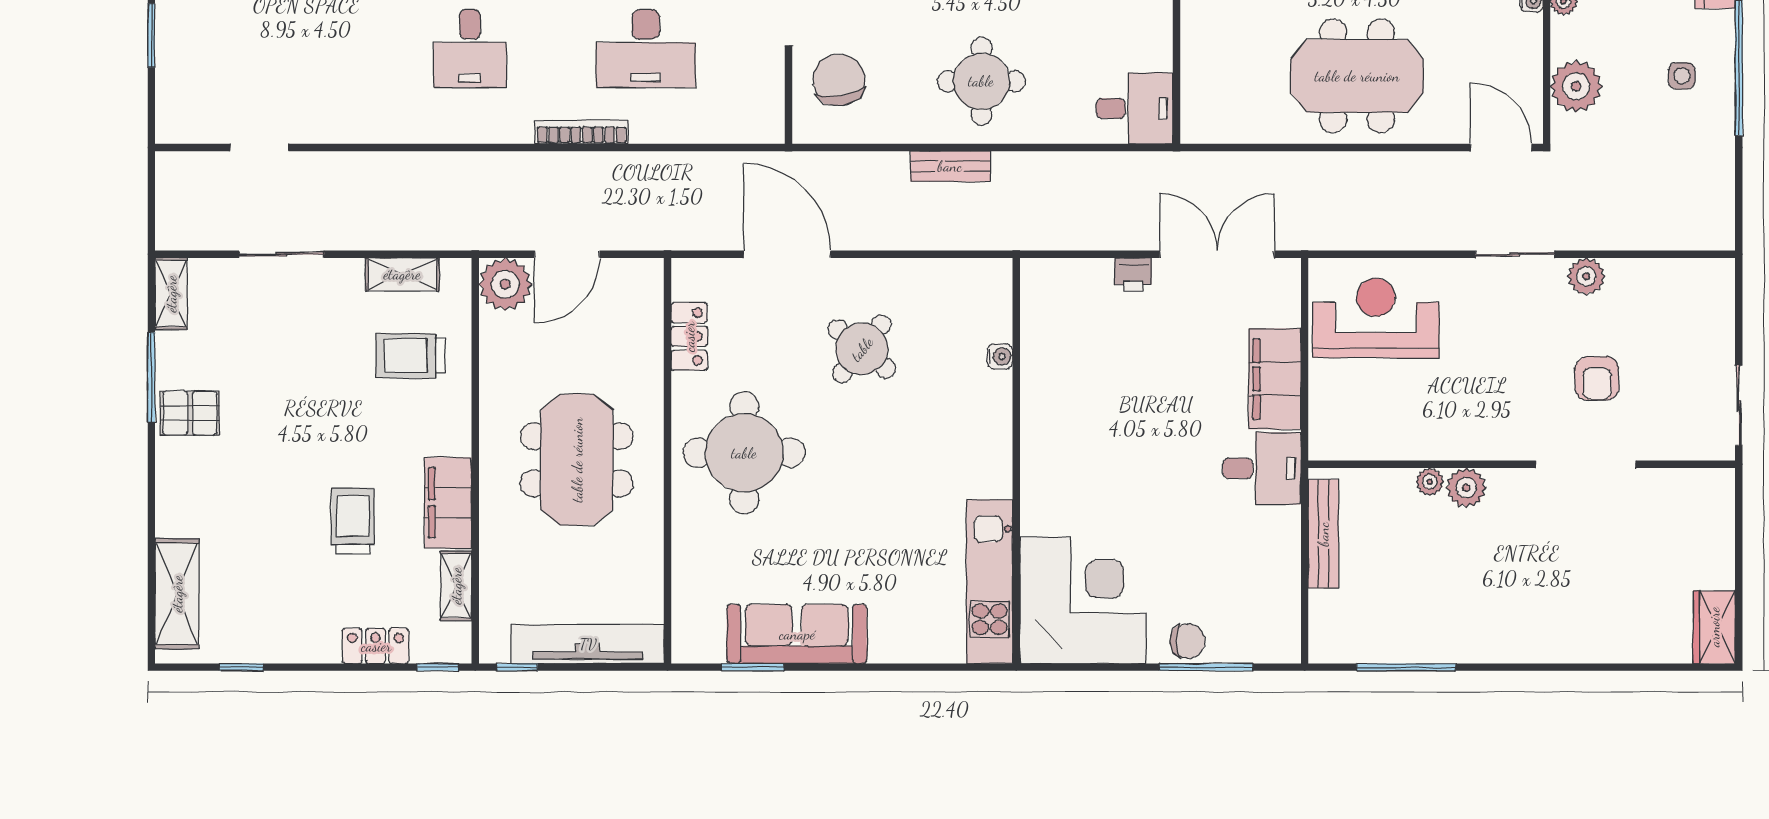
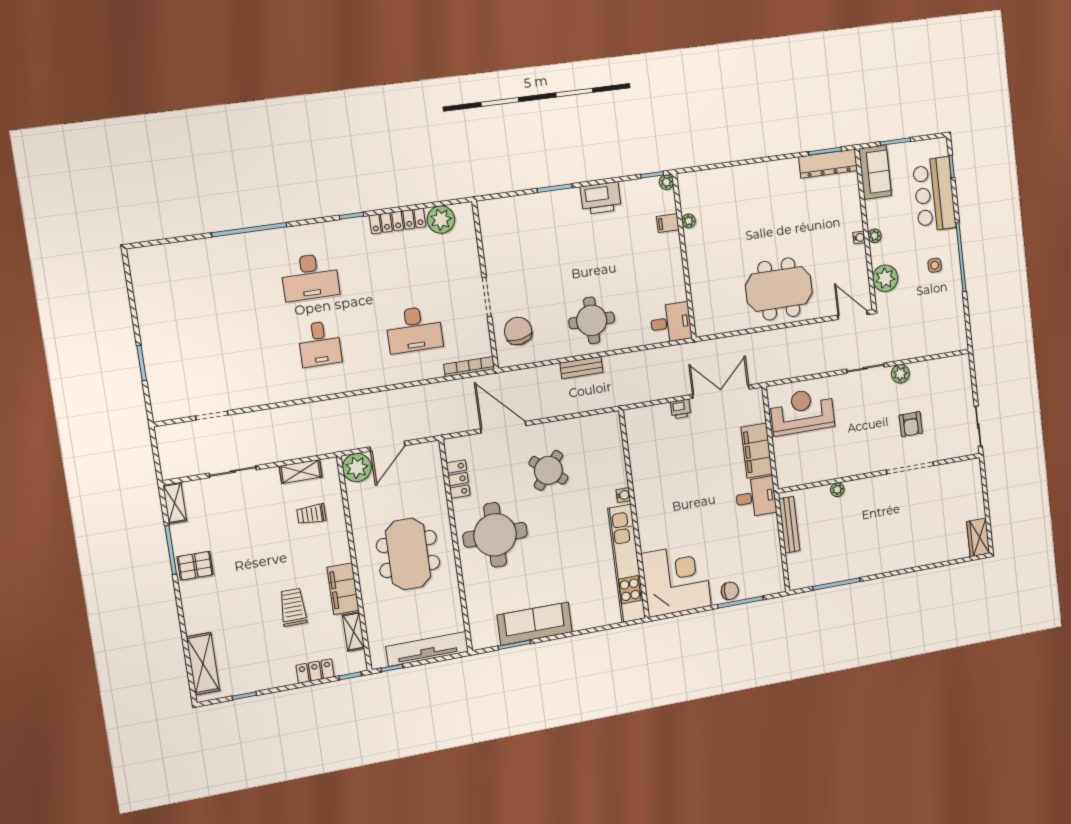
bookcase: (582, 132) -> (469, 367), moved
trolley: (410, 356) -> (311, 514), width x0.73, depth x0.72
water cooler: (1000, 356) -> (623, 495), moved
plant: (1466, 488) -> (855, 489), removed
kitchen unit: (990, 581) -> (627, 564), width x1.36

